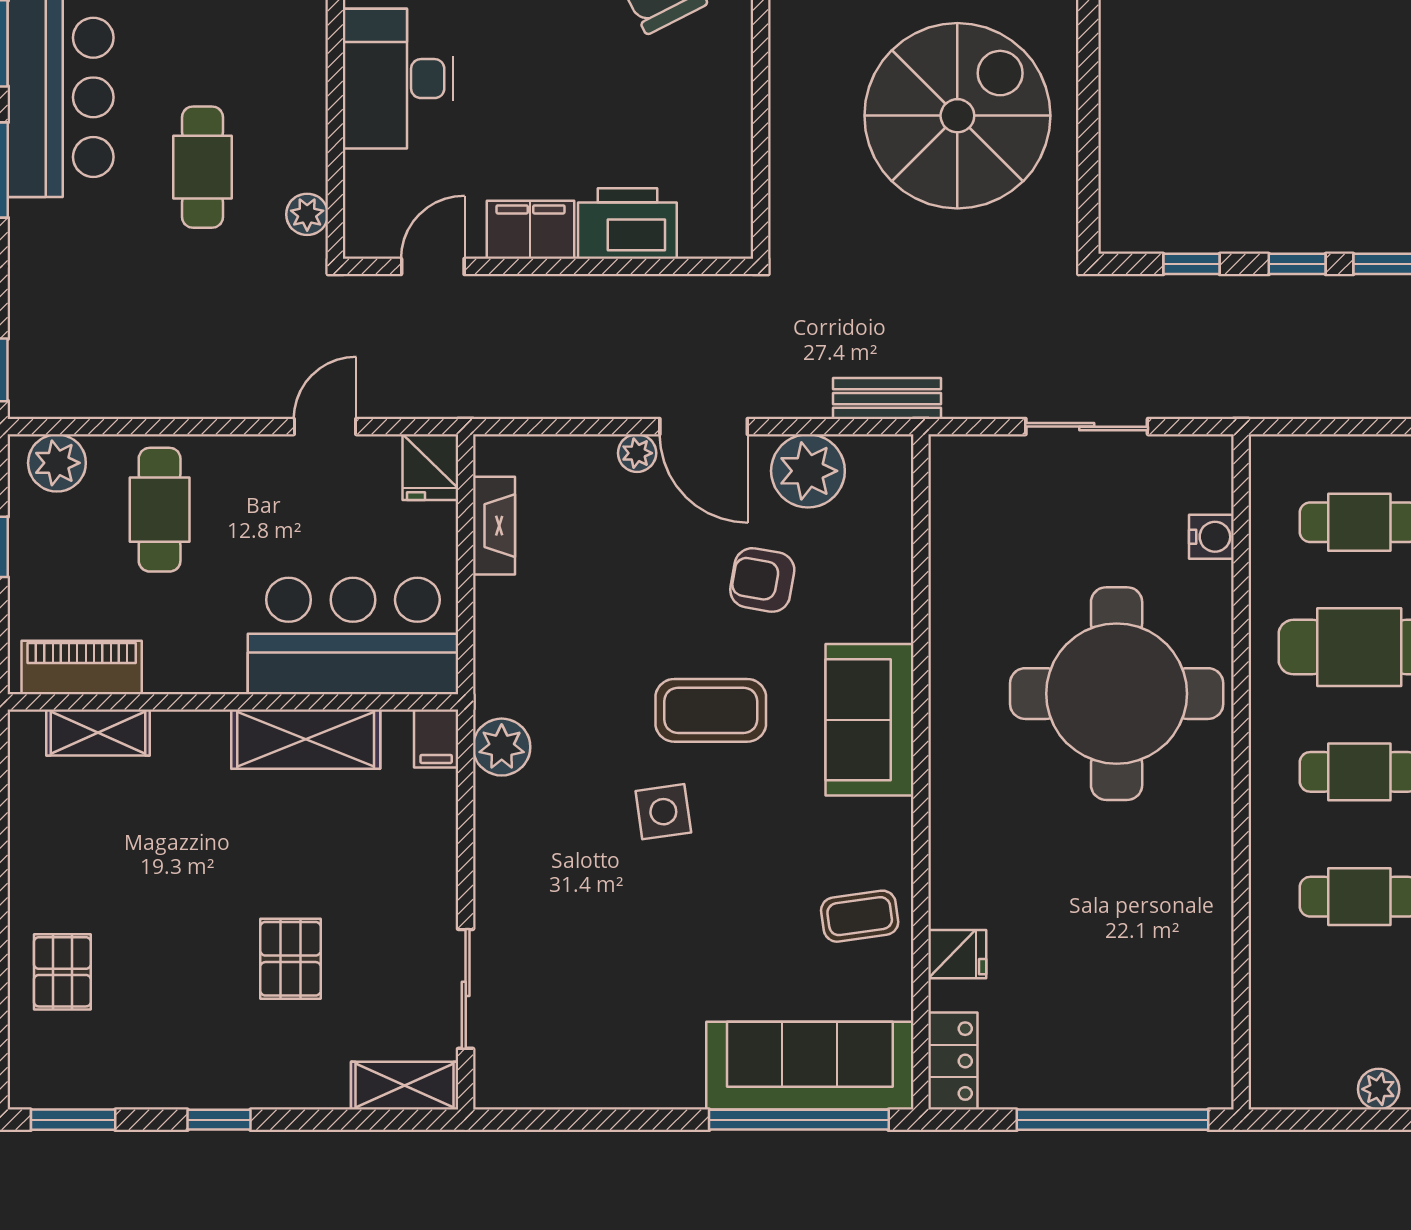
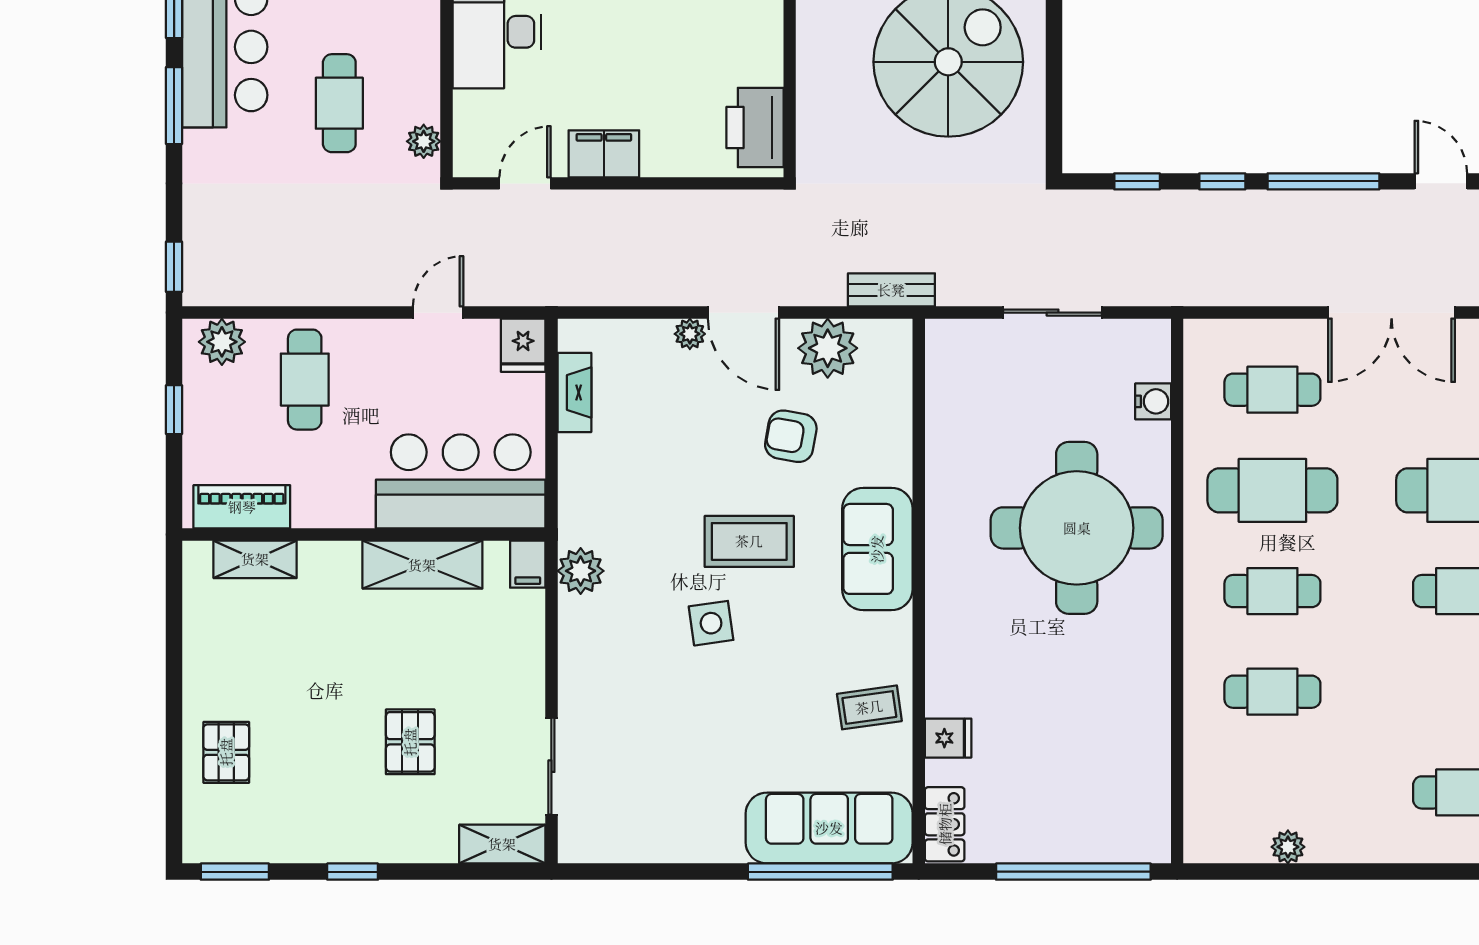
printer: (627, 224) -> (755, 127), moved, turned -90

